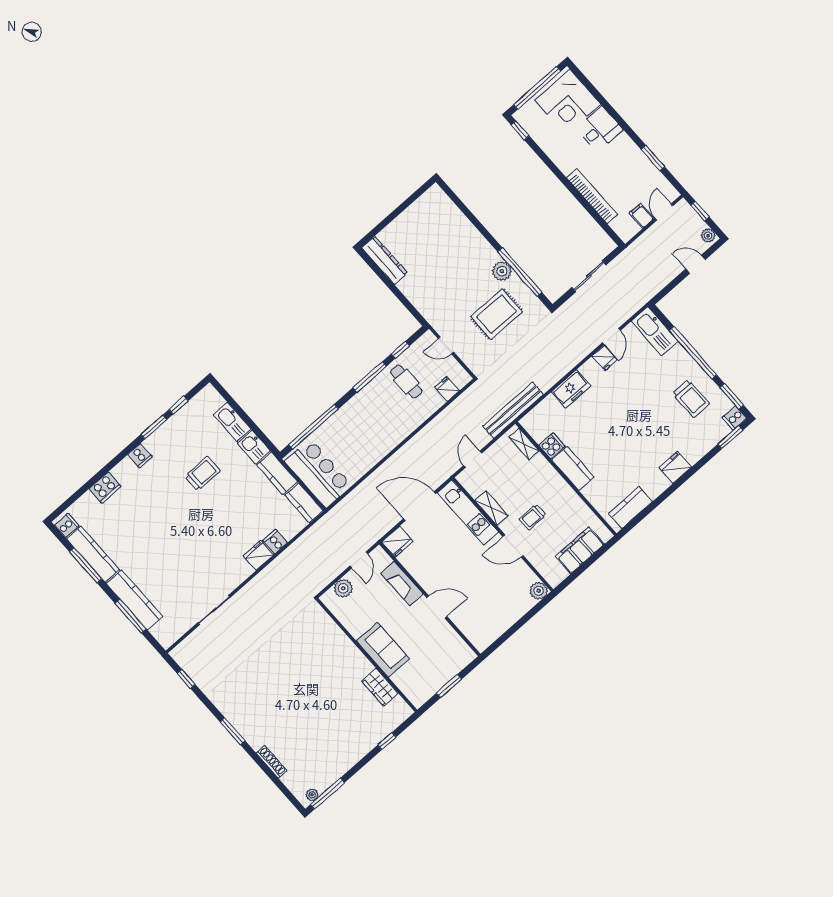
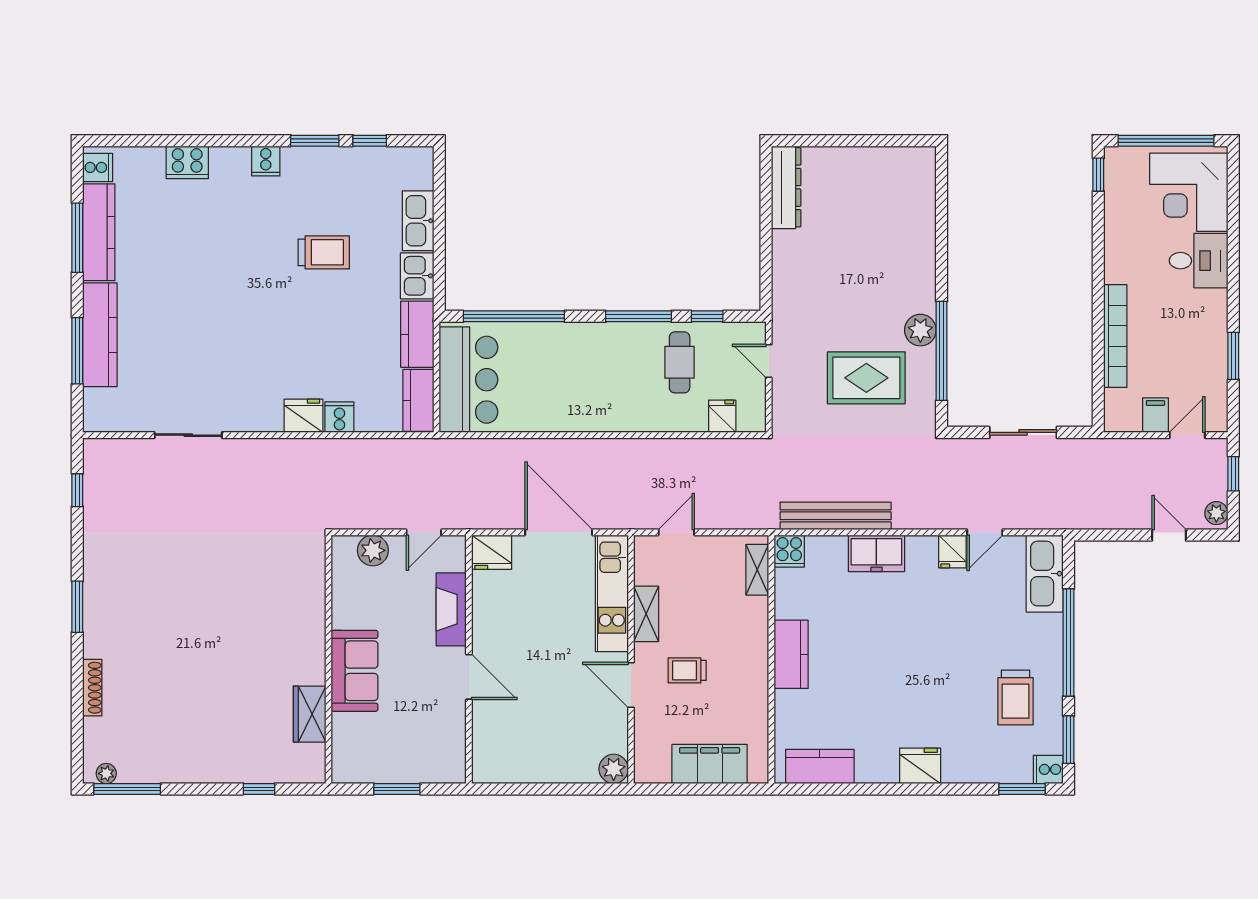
bench: (513, 410) -> (836, 516), moved
cooker: (552, 446) -> (789, 551), moved, turned 90

